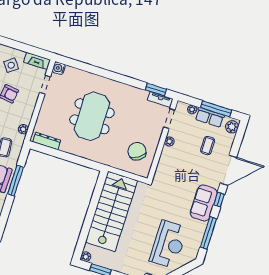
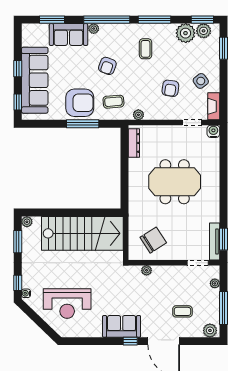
tv unit: (160, 99) -> (215, 242), width x1.41
row of seats: (210, 117) -> (212, 304), removed
plant: (169, 142) -> (147, 270), moved
window: (208, 233) -> (92, 341), removed

